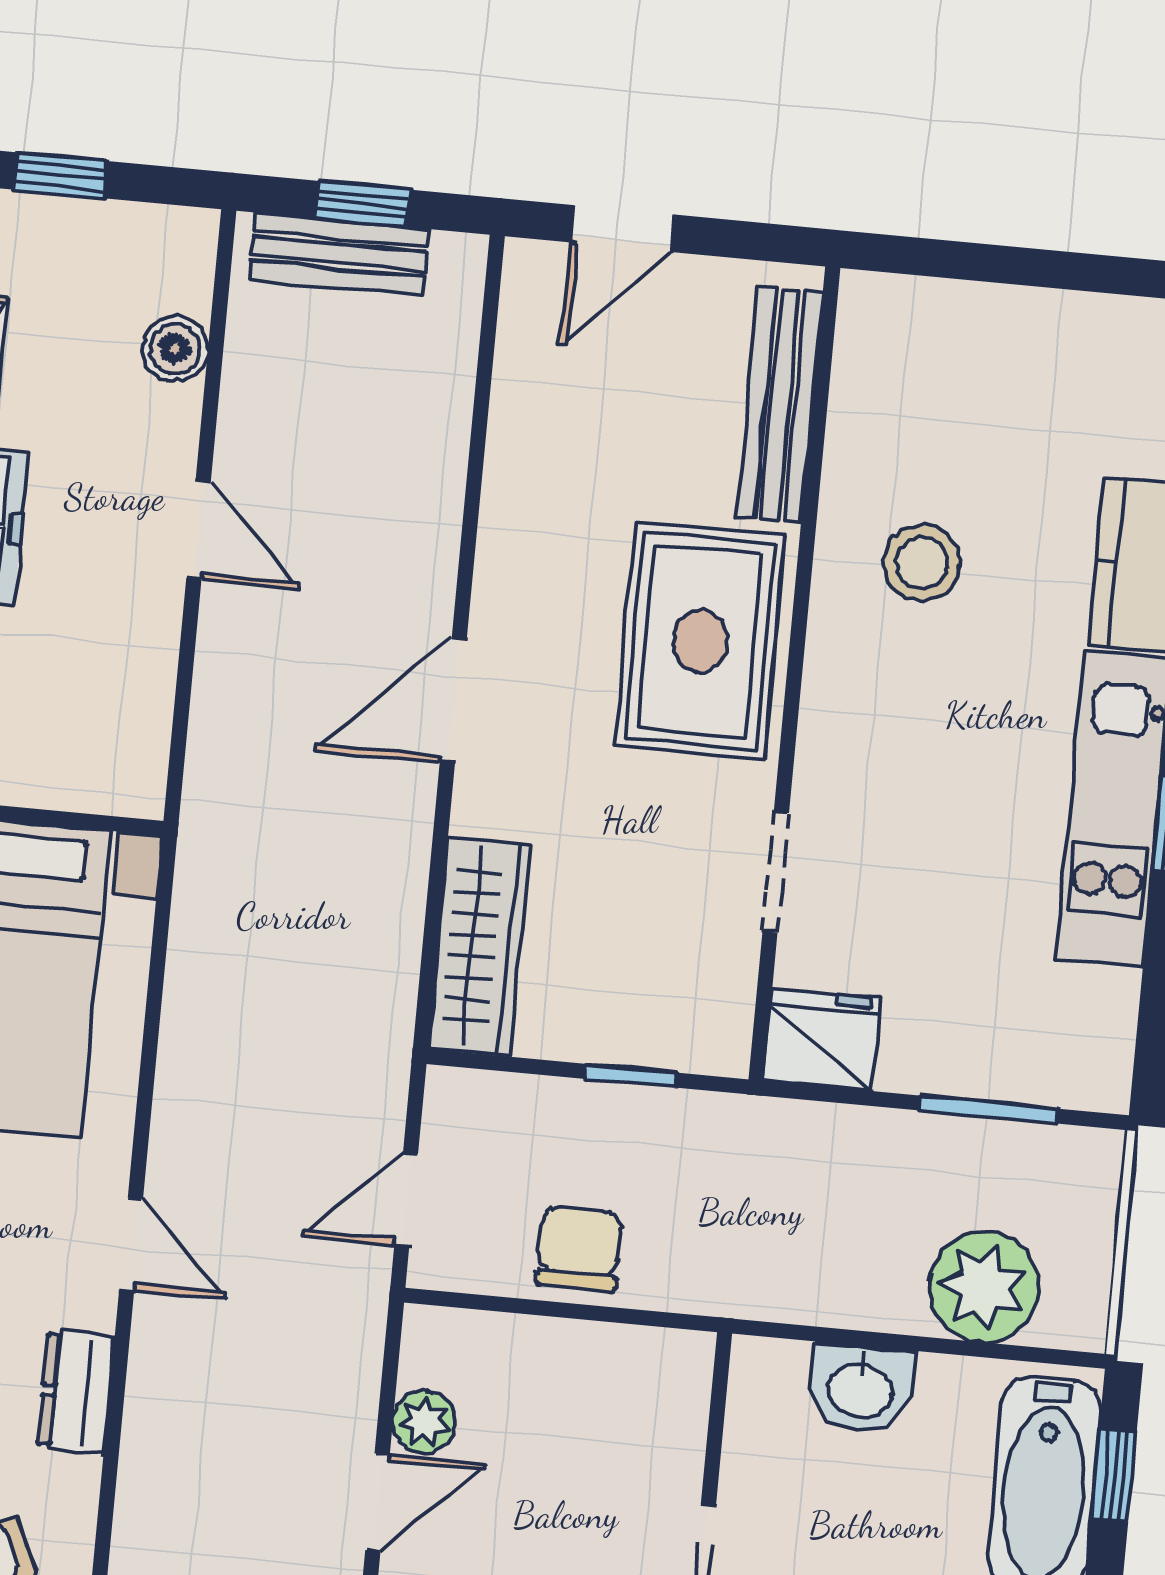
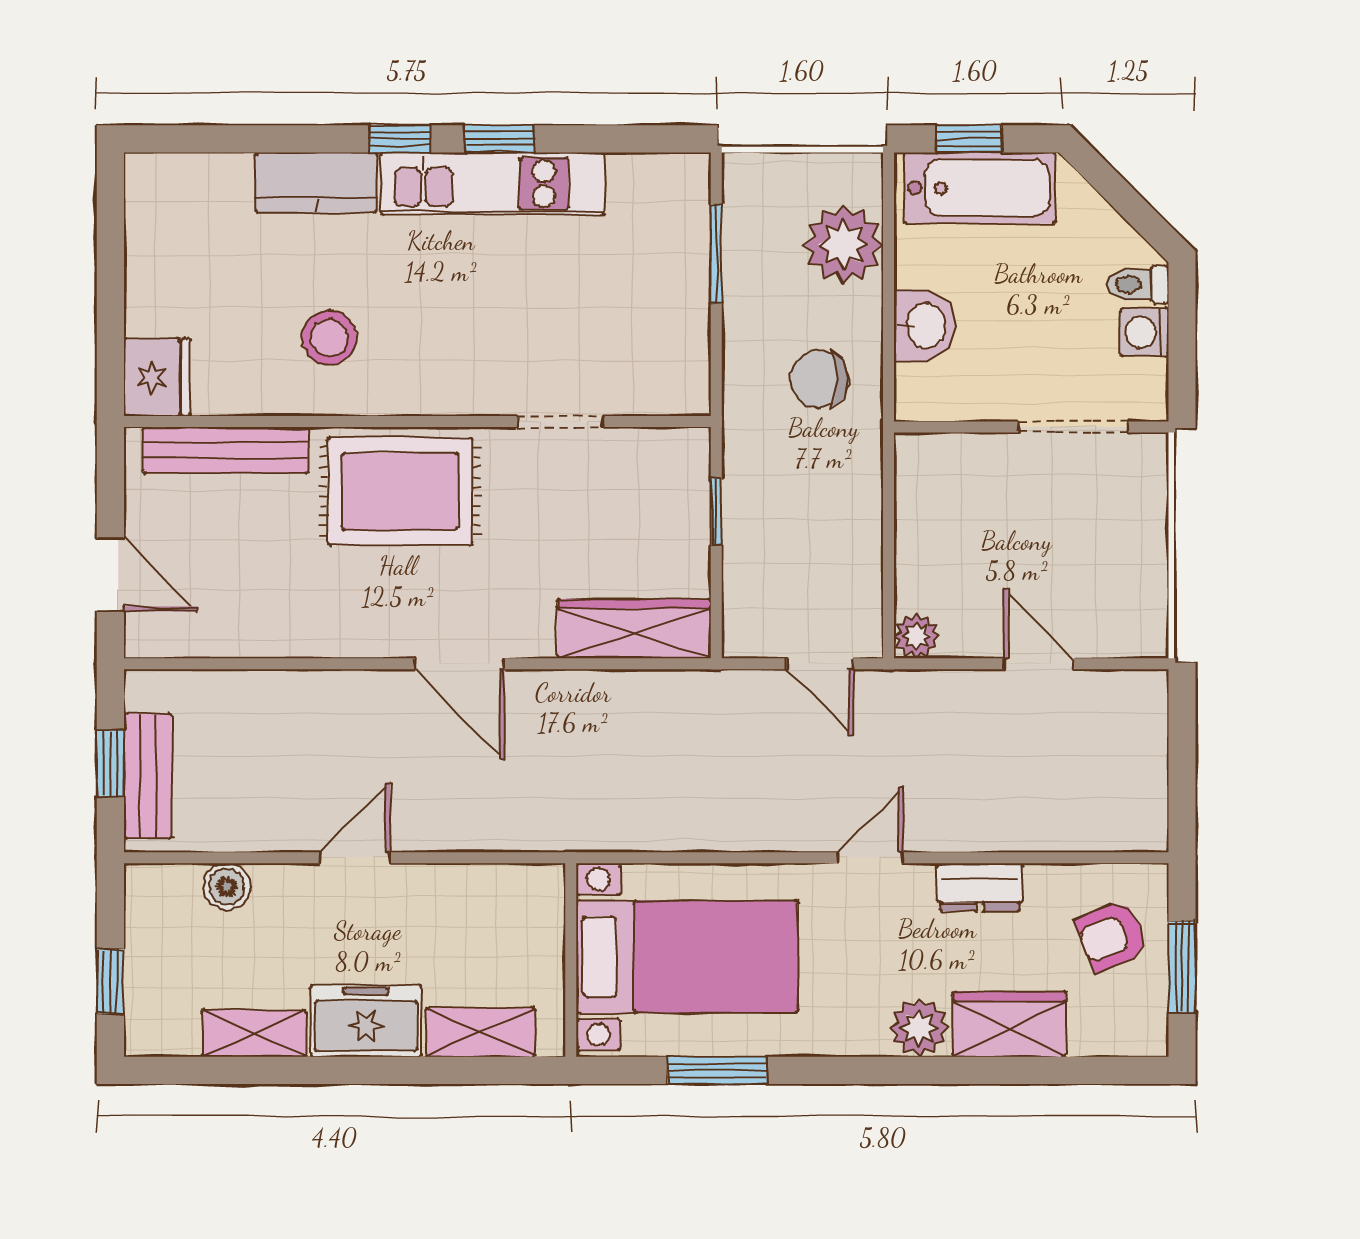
fridge: (822, 1040) -> (157, 377), moved, turned 180
chair: (579, 1249) -> (820, 379), moved
plant: (424, 1422) -> (917, 636), moved

